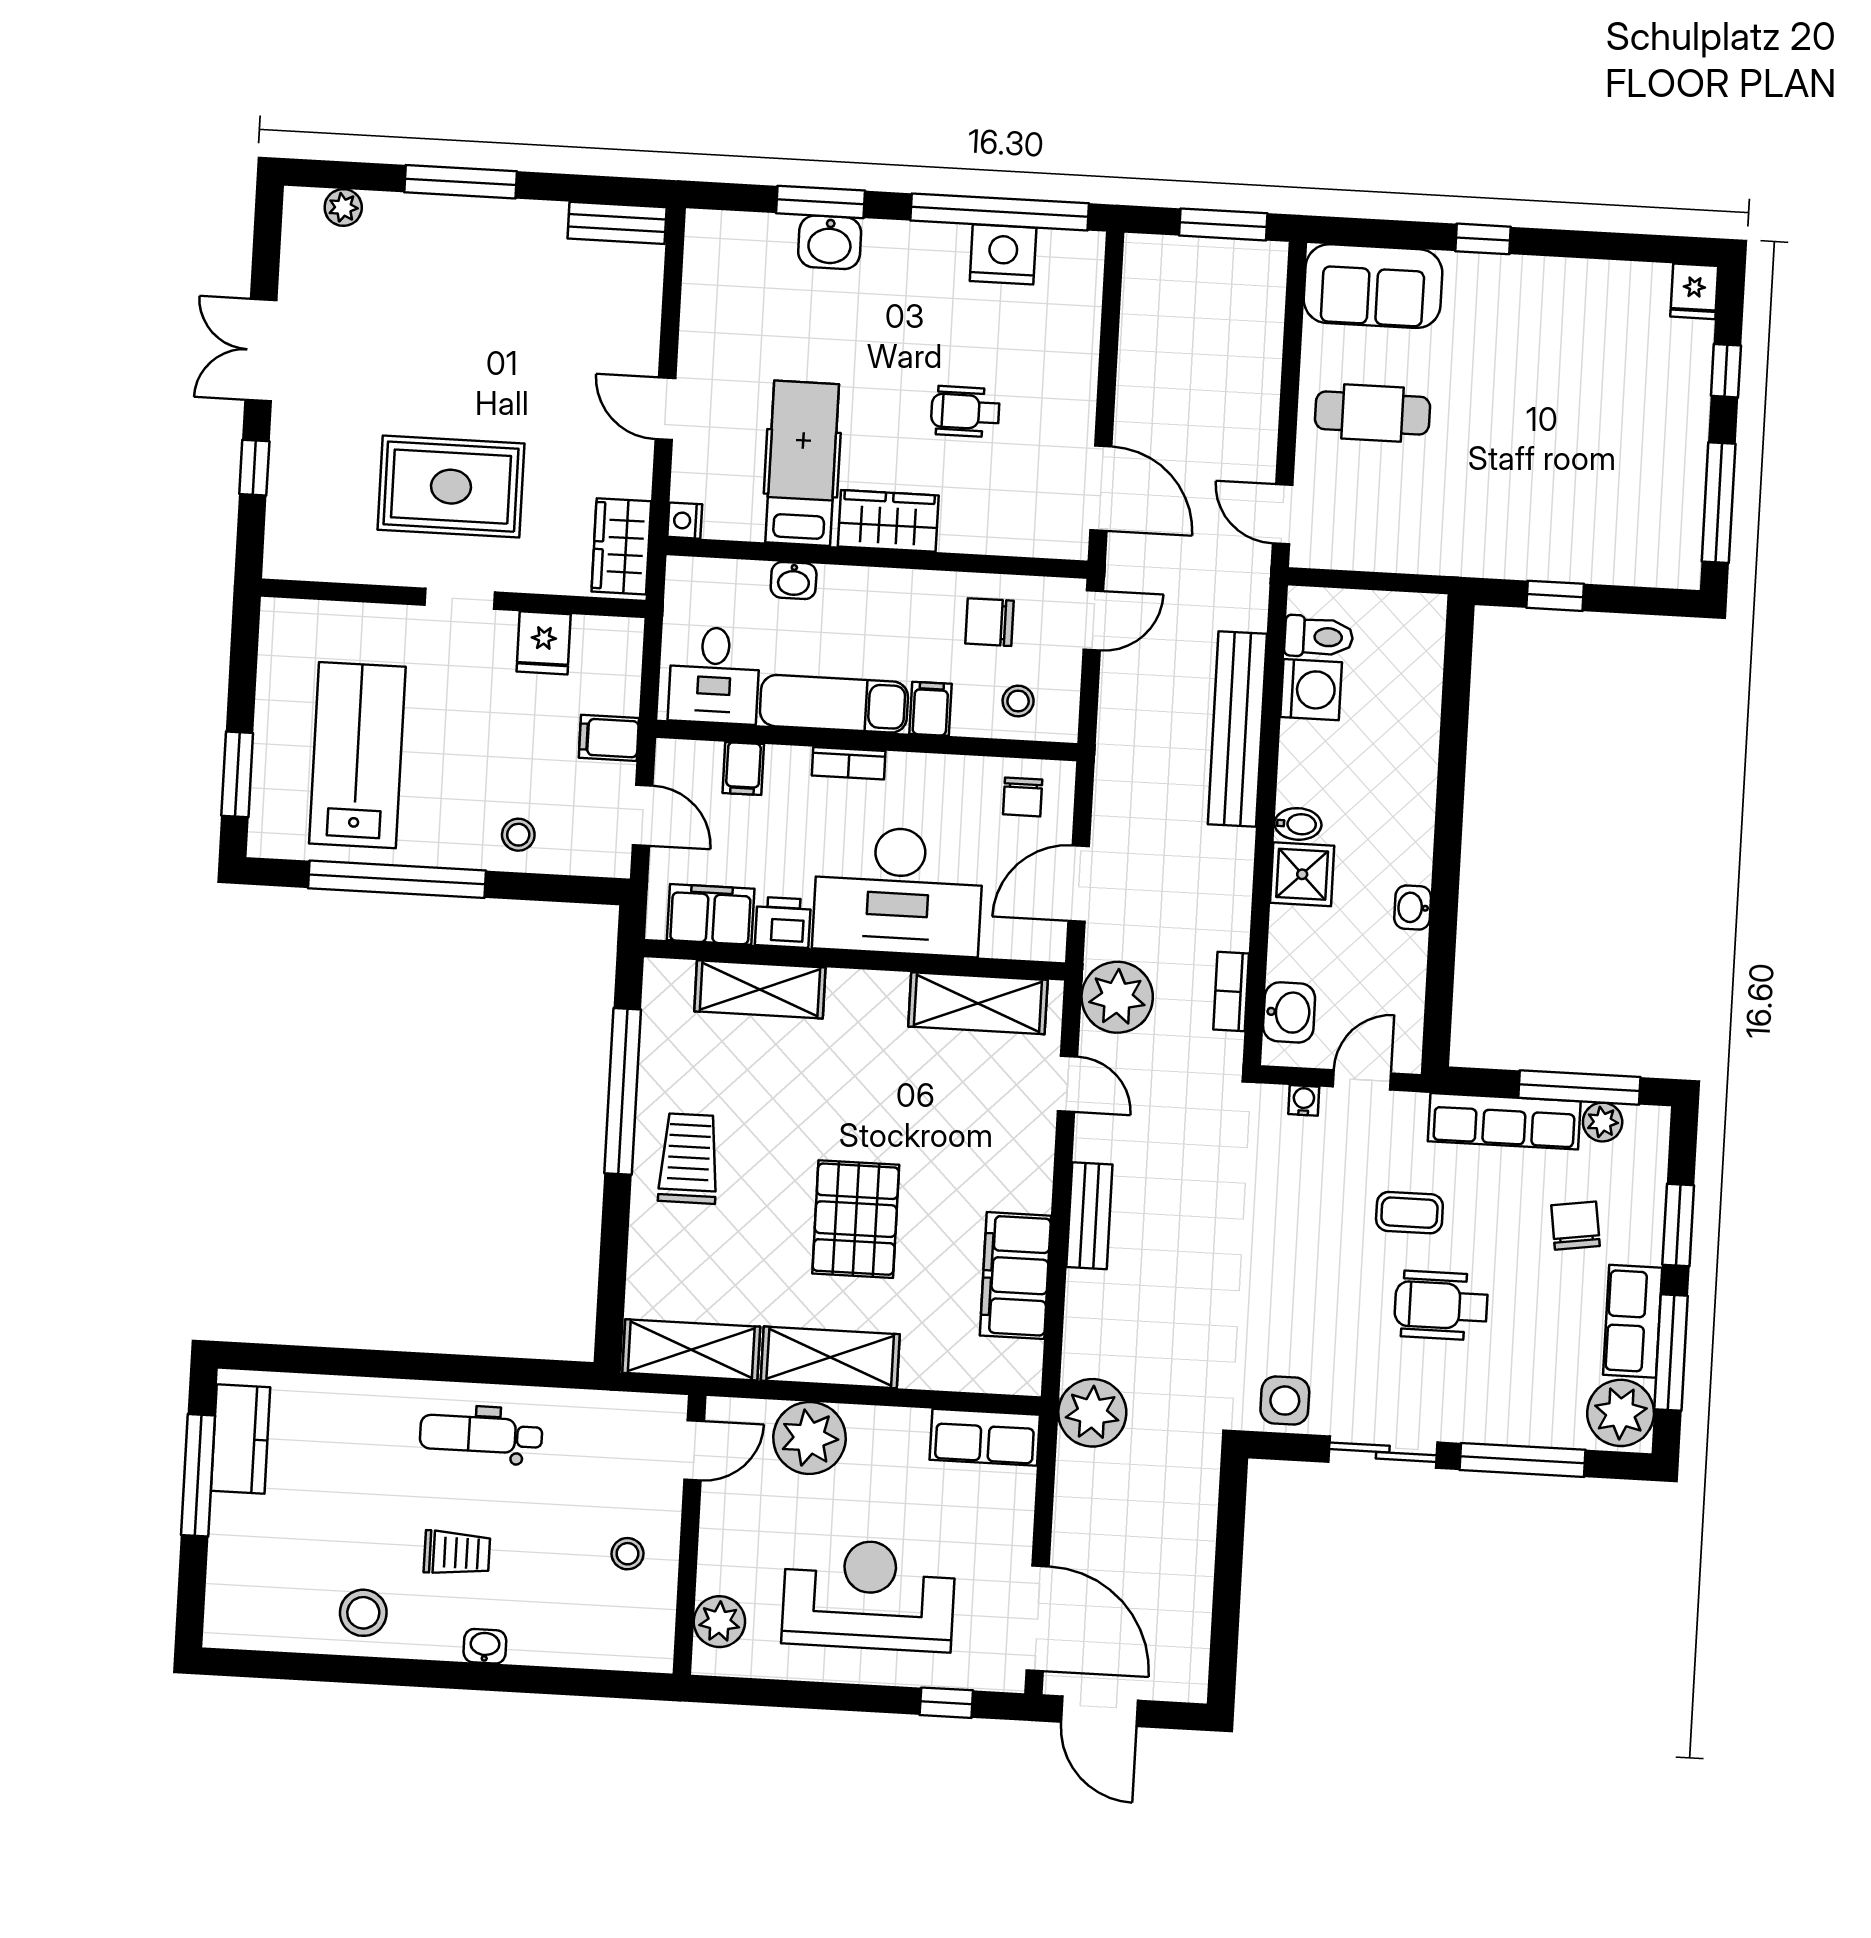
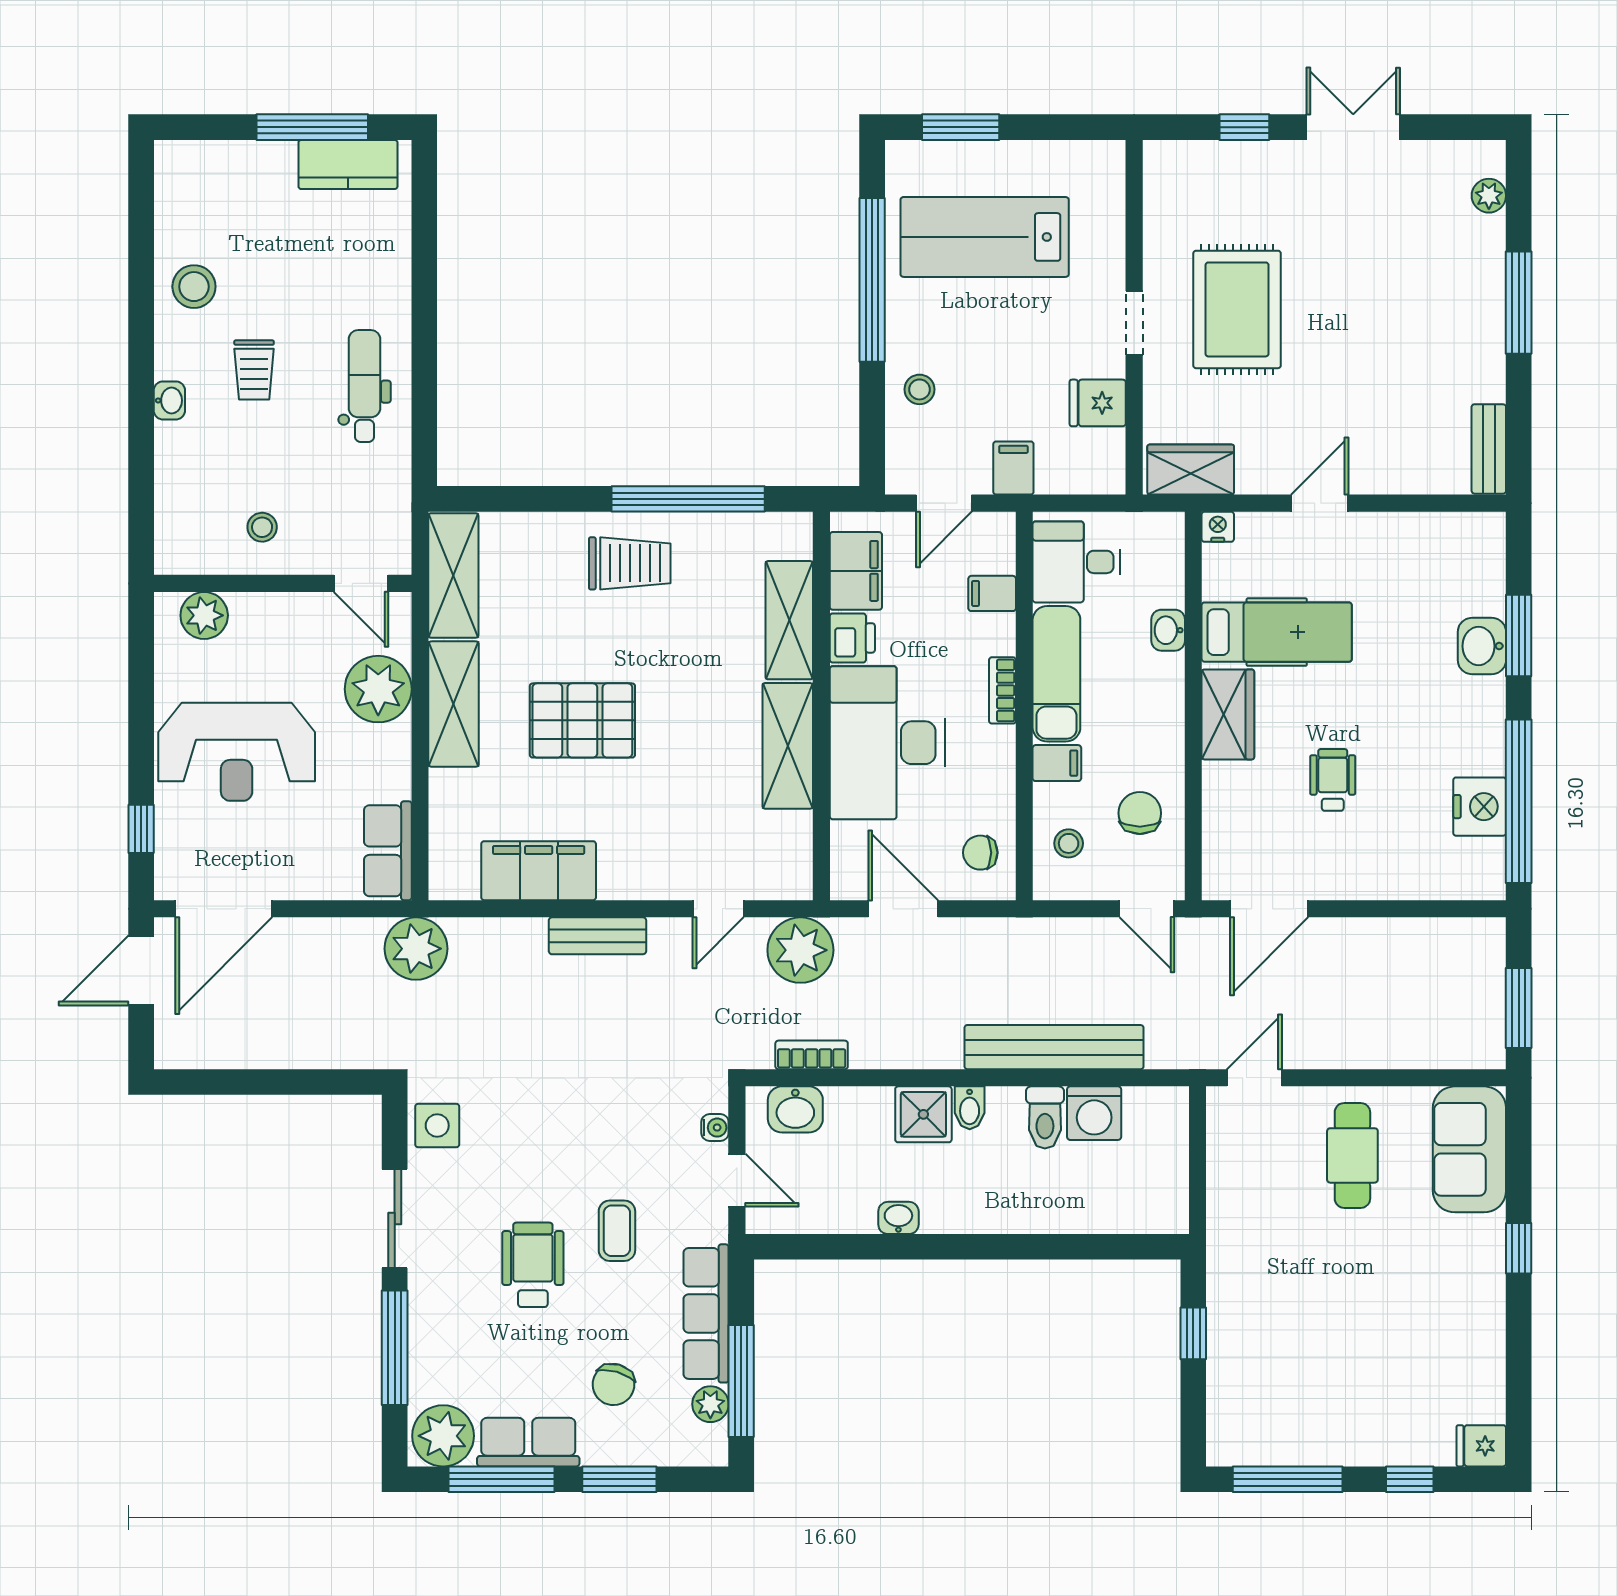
toilet: (1319, 637) -> (1045, 1117), moved
lab bench: (357, 755) -> (985, 237), turned 180
shelving: (978, 1003) -> (788, 746), moved
chair: (1575, 1226) -> (613, 1385), turned 114
reception desk: (869, 1595) -> (237, 752), turned 90

